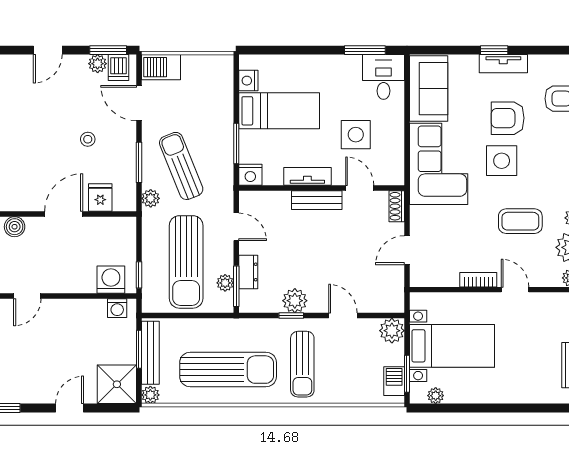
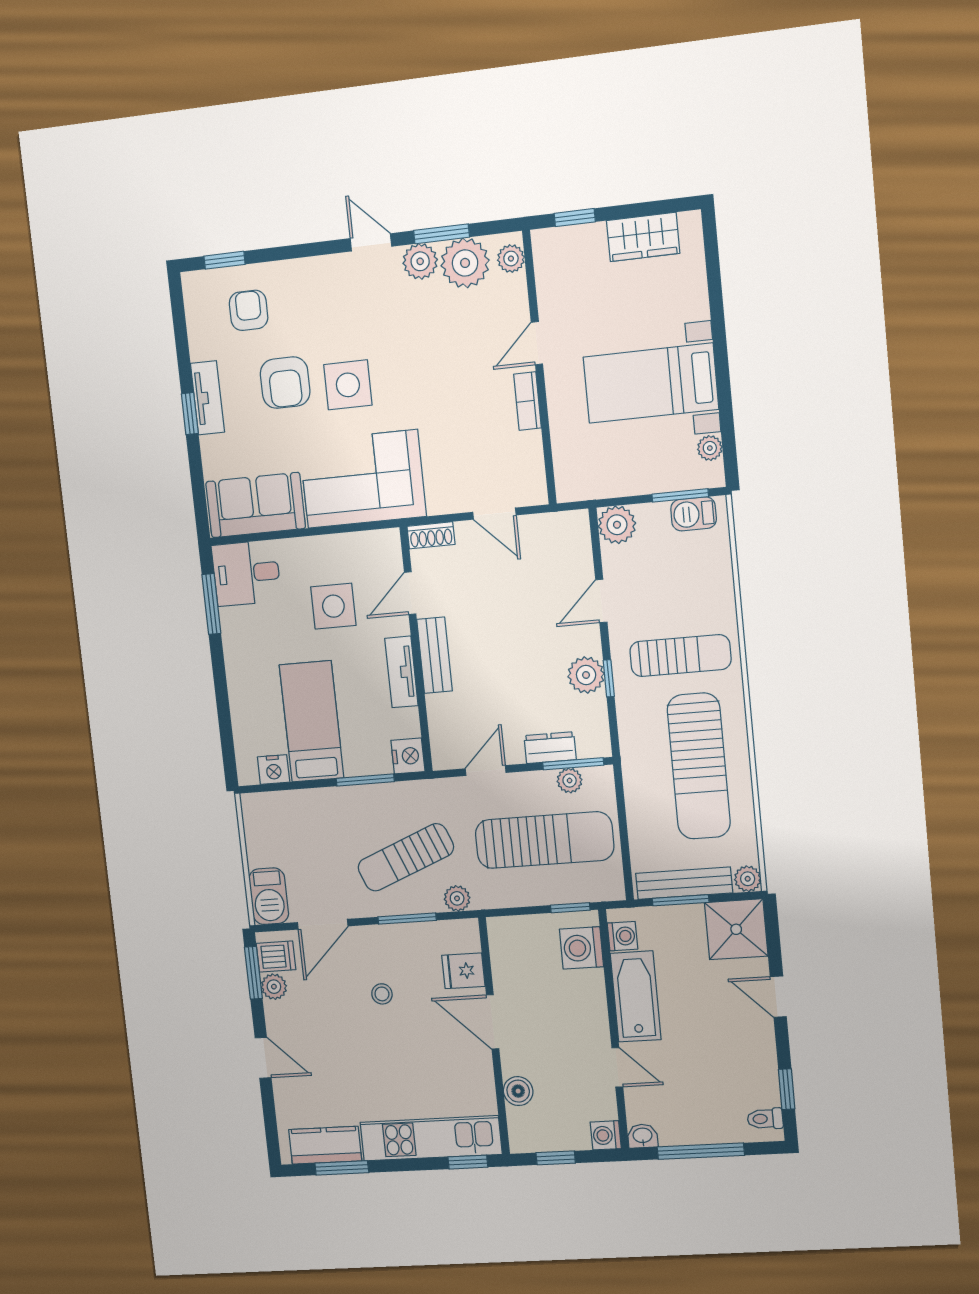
coffee table: (520, 221) -> (434, 346), removed
bathtub: (75, 313) -> (636, 996), added
bed with nightstands: (452, 346) -> (651, 383), moved, turned -90
sun lounger: (228, 370) -> (699, 766), turned 180

